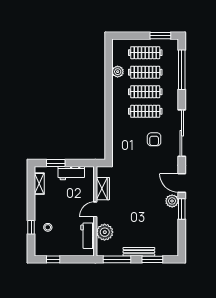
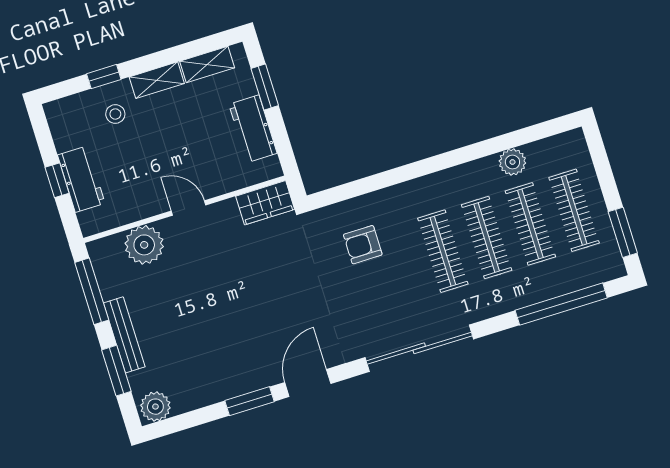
armchair: (154, 139) -> (363, 245), moved
wardrobe: (103, 189) -> (265, 203), moved
plant: (172, 201) -> (155, 407), moved
shelving: (39, 206) -> (157, 80), added
workbench: (88, 236) -> (81, 179), moved, turned 90
window: (53, 259) -> (57, 180), moved

